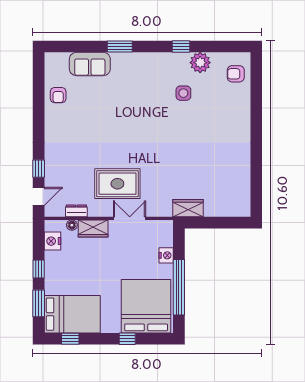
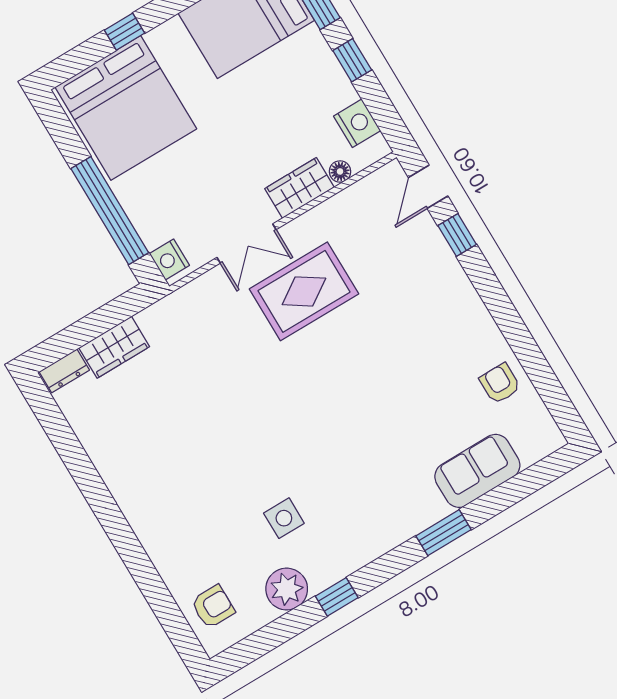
wardrobe: (188, 208) -> (114, 347), moved
dresser: (76, 211) -> (64, 371), moved
nightstand: (166, 255) -> (169, 260), moved
window: (179, 287) -> (110, 211), moved

